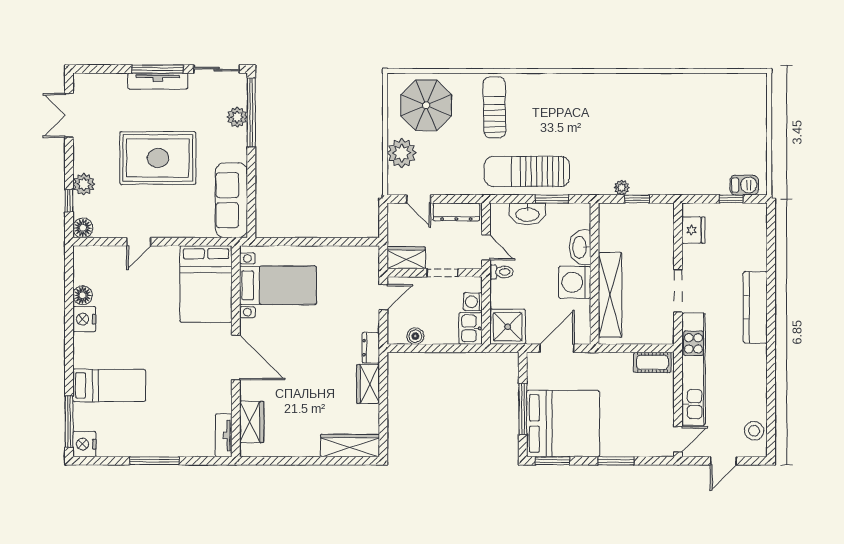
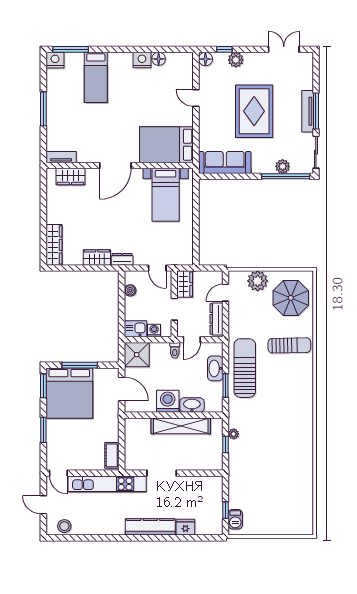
fridge: (693, 230) -> (185, 527), moved, turned 180
shelving: (610, 295) -> (181, 426), moved

